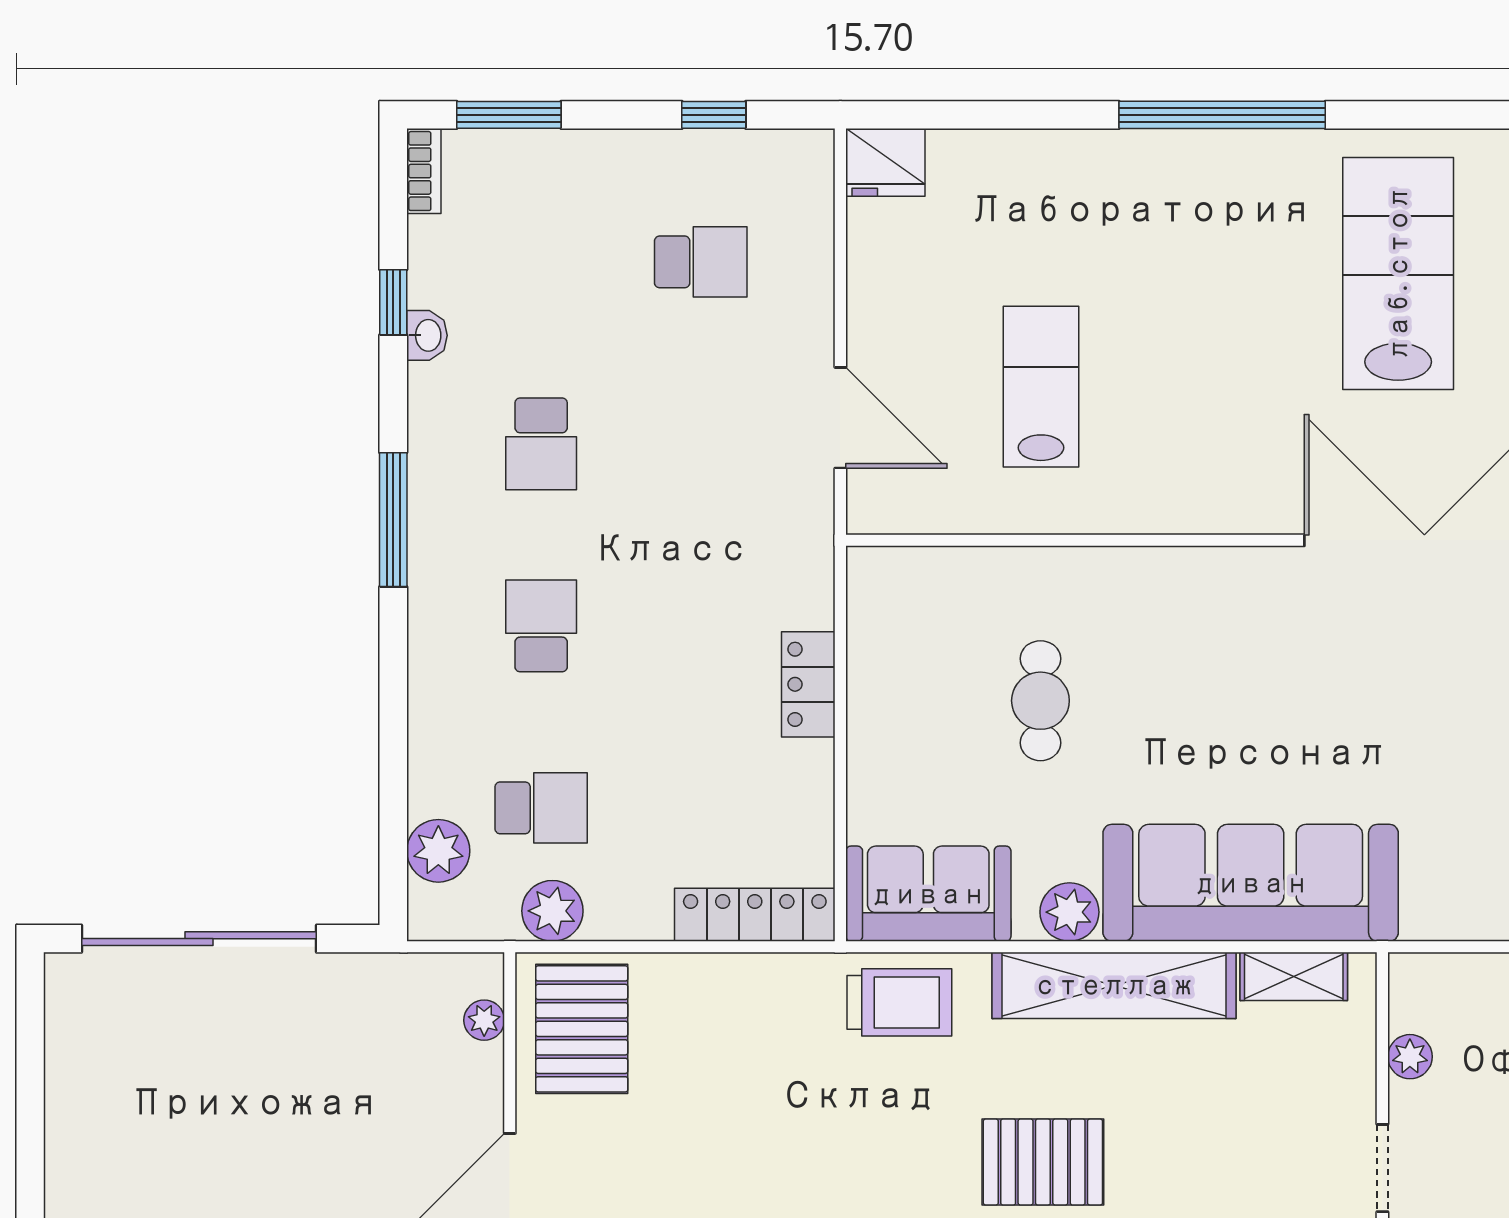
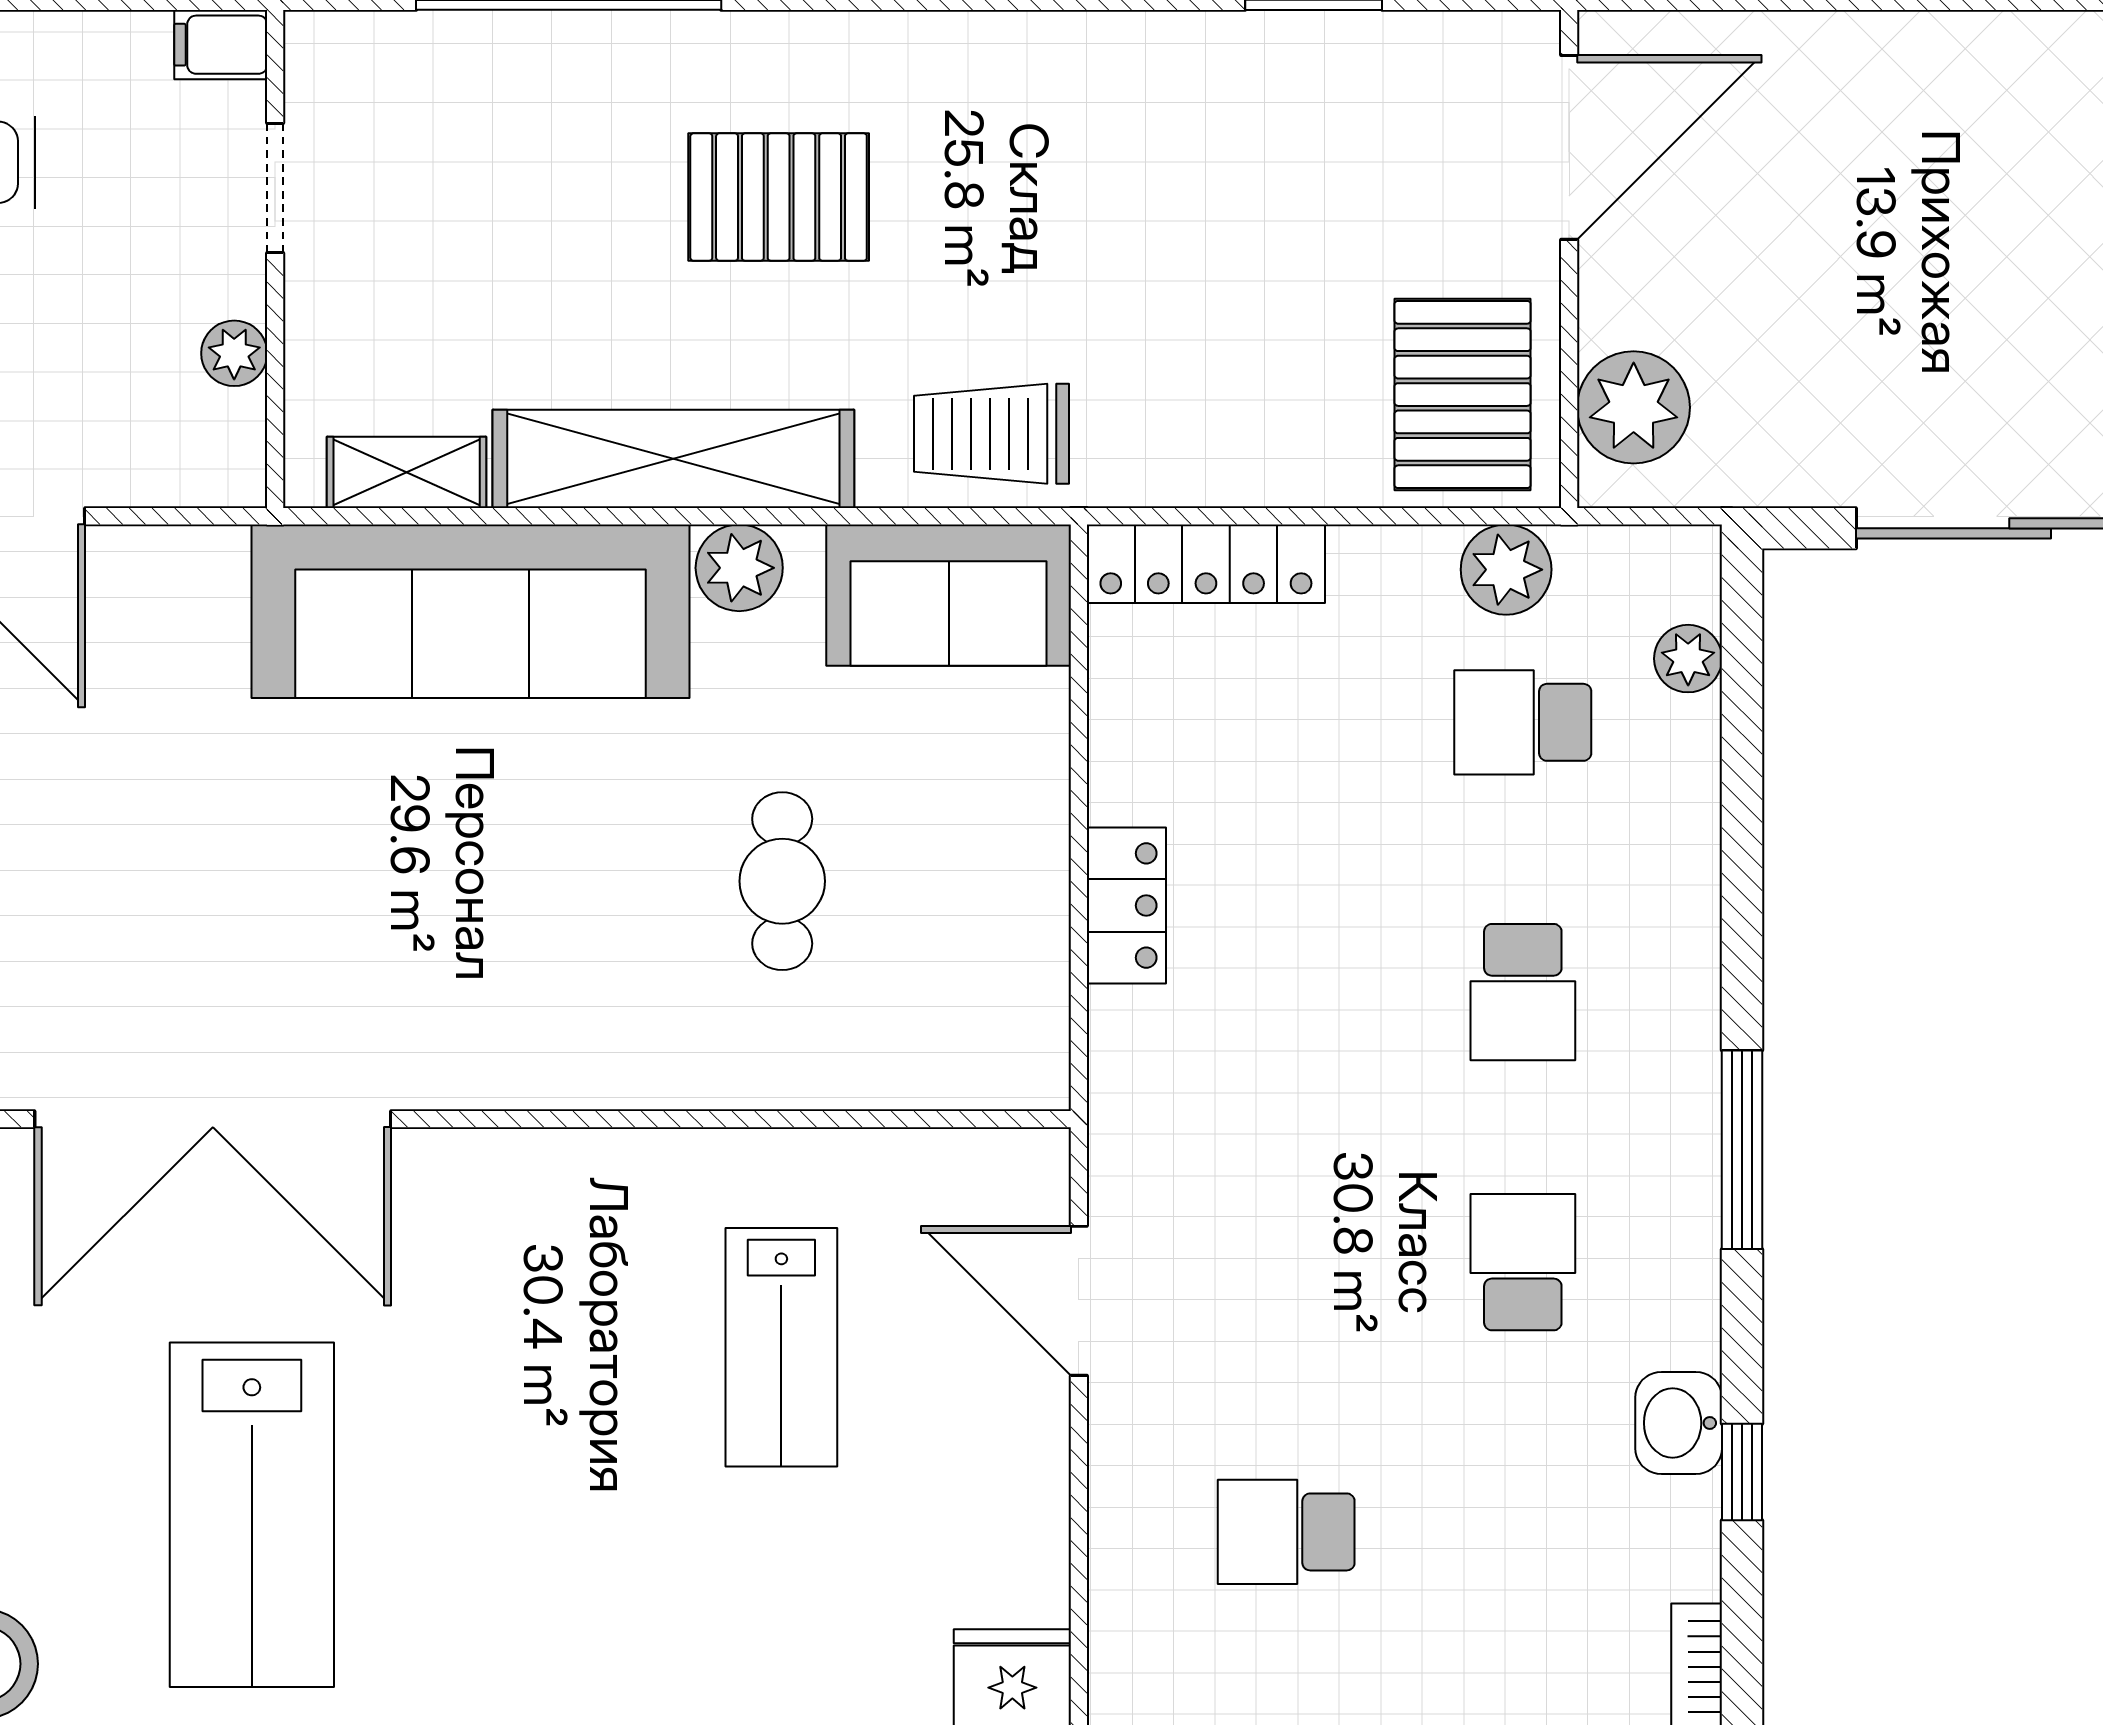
washbasin: (427, 335) -> (1679, 1423), width x1.38, depth x1.45
plant: (438, 851) -> (1688, 659), width x0.73, depth x0.73
plant: (484, 1020) -> (1634, 407), width x1.87, depth x1.87

